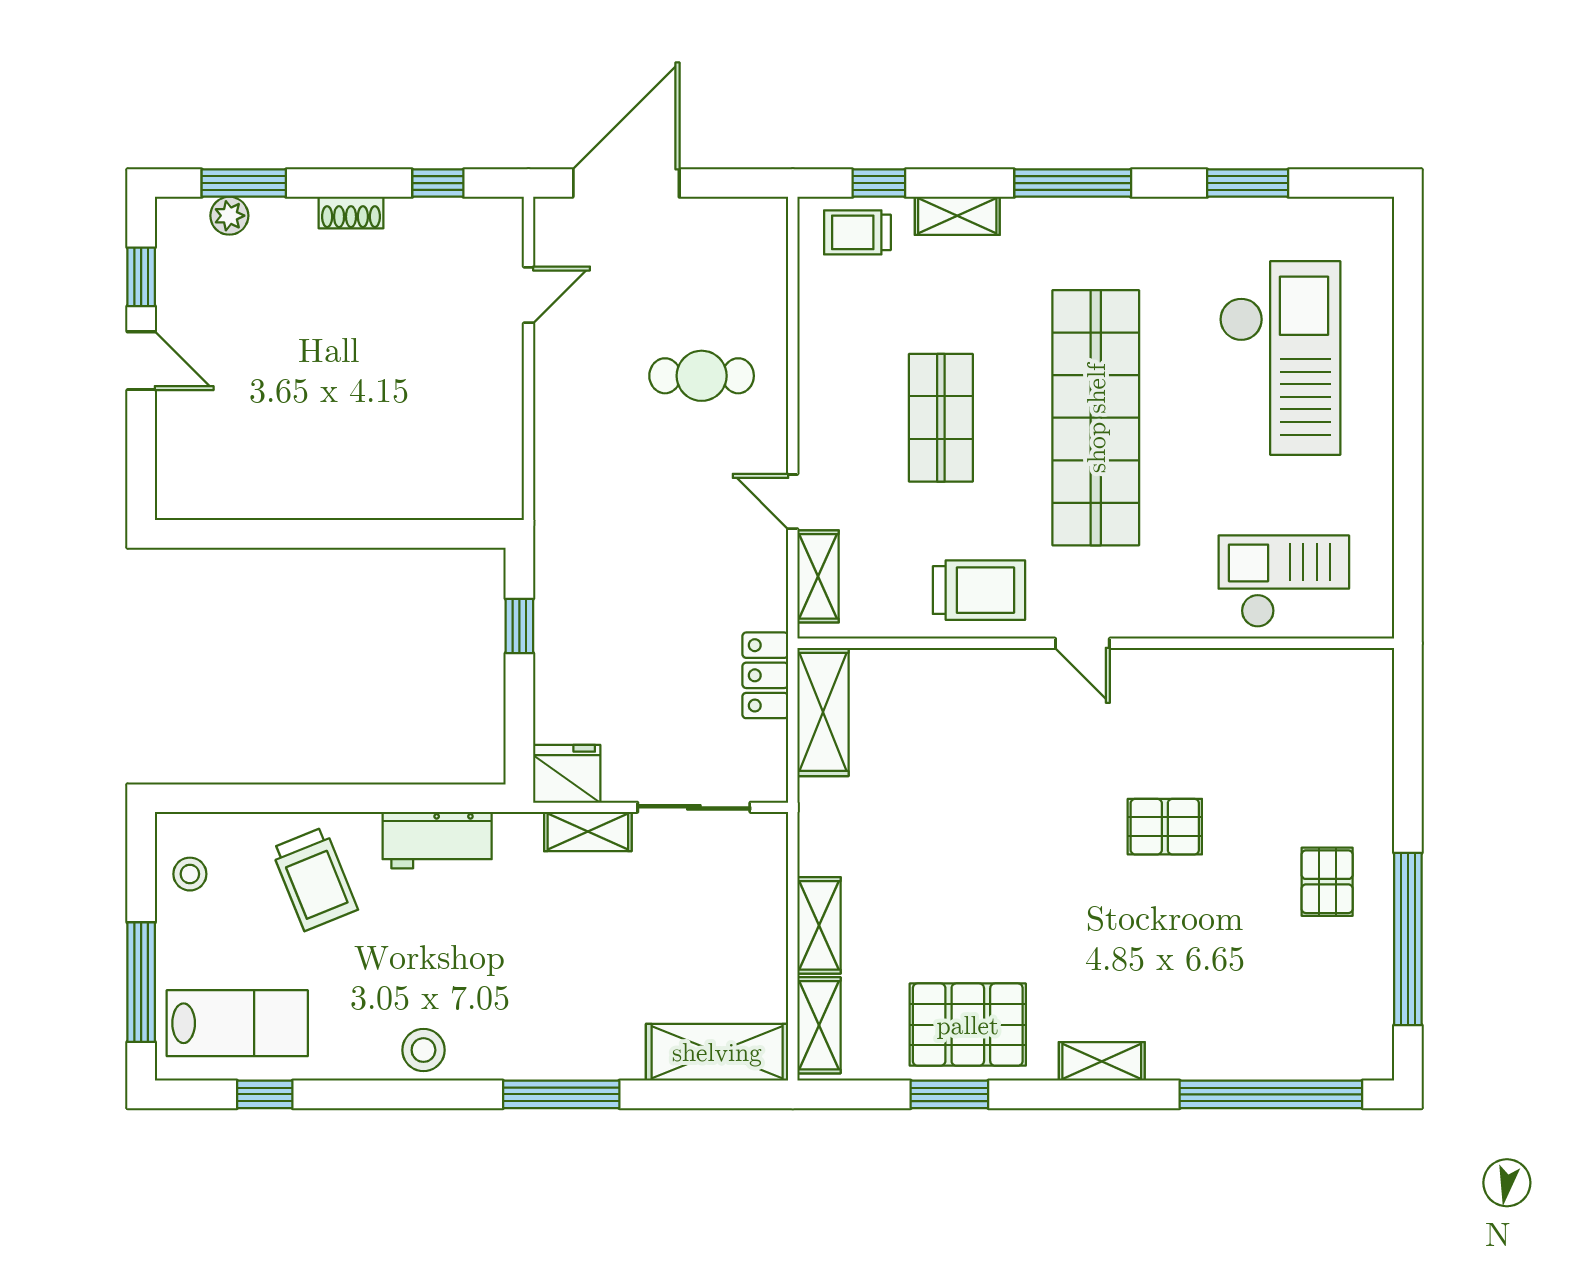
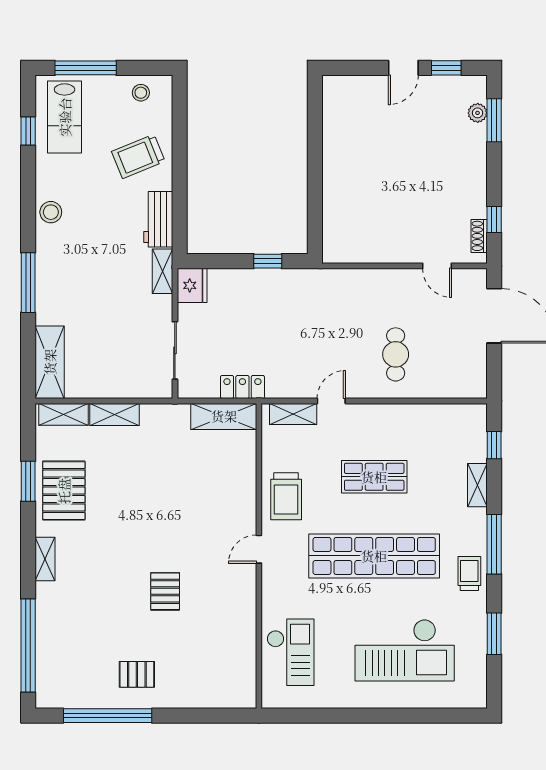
shoe rack: (351, 213) -> (479, 236), moved
trolley: (857, 232) -> (469, 573), moved
shelving: (588, 832) -> (163, 271), moved

